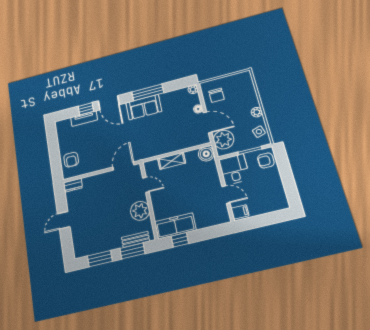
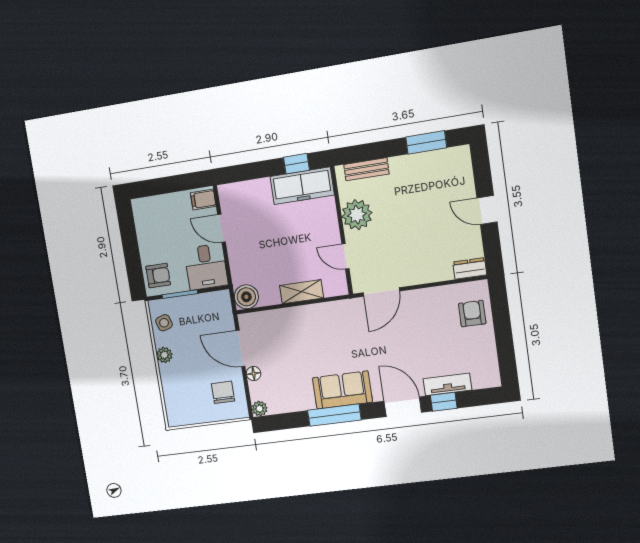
plant: (224, 140) -> (218, 317), removed
door: (64, 220) -> (487, 210), swing flipped
window: (132, 251) -> (372, 151), removed

